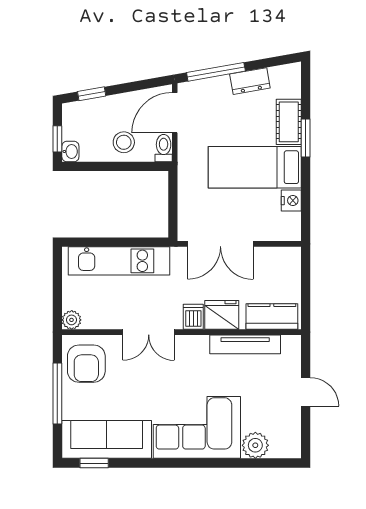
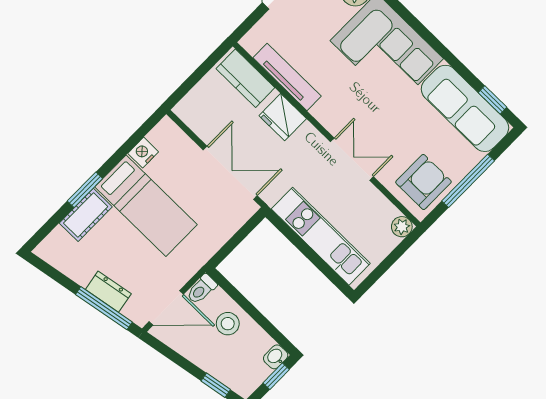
dresser: (250, 81) -> (108, 292), moved
dishwasher: (193, 317) -> (306, 137), removed

